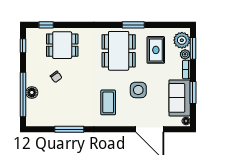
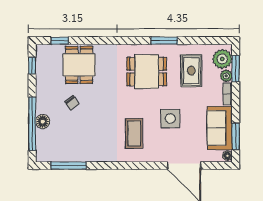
dining table: (62, 45) -> (79, 65), turned 90
dining table: (119, 51) -> (147, 72), width x0.73
window: (193, 93) -> (236, 136), moved
window: (69, 129) -> (69, 166), moved

